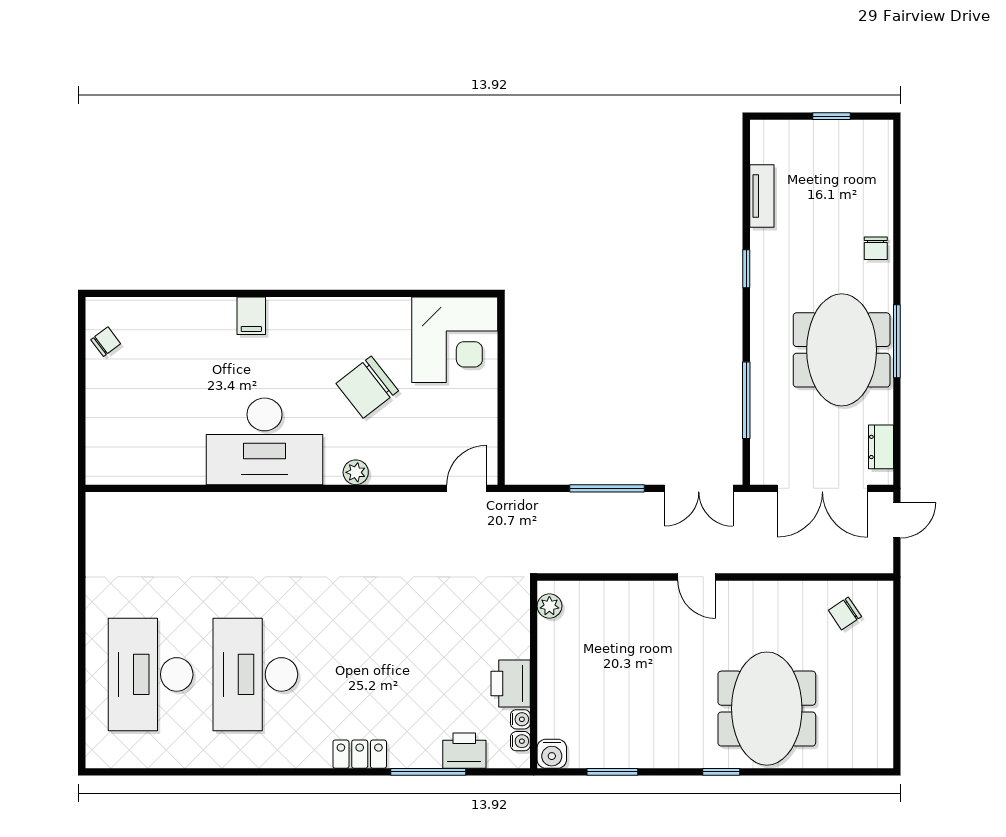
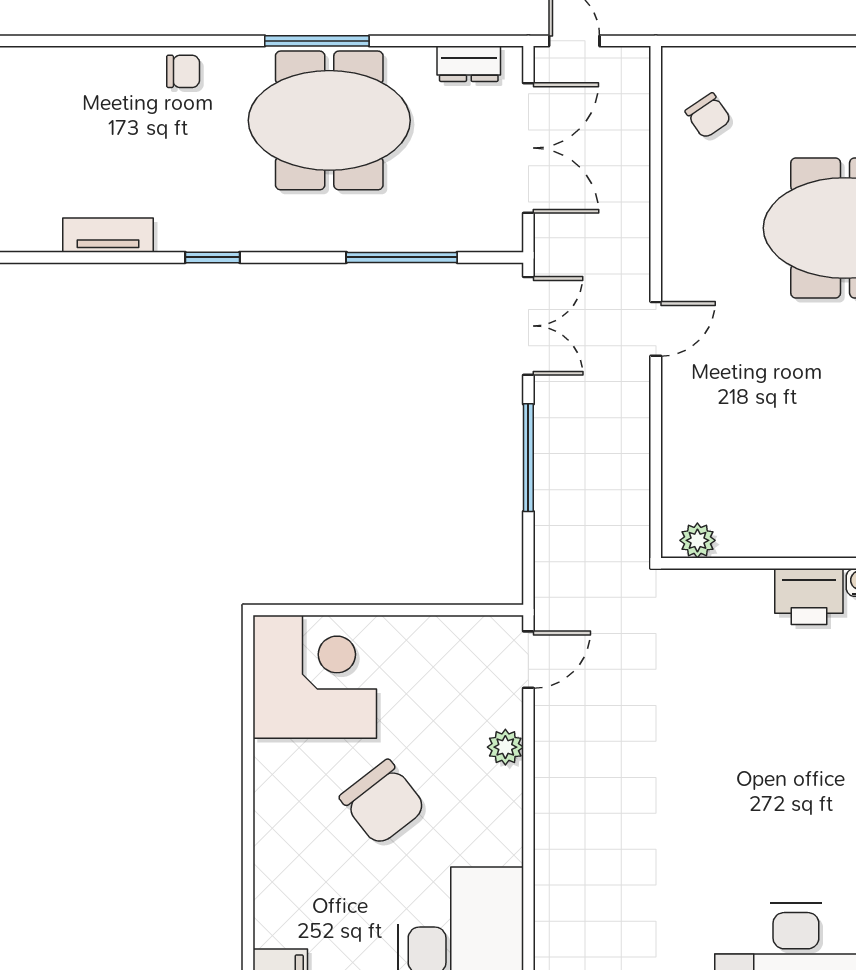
plant: (356, 472) -> (505, 747), moved
door: (467, 488) -> (528, 660), swing flipped

